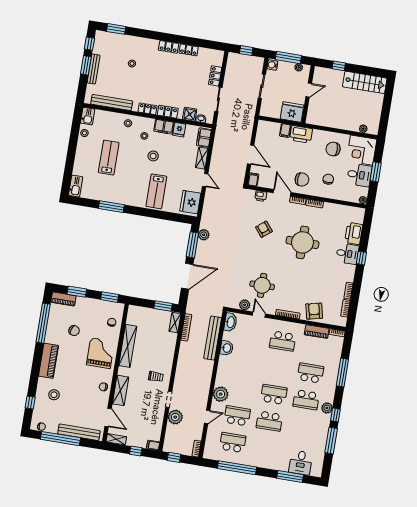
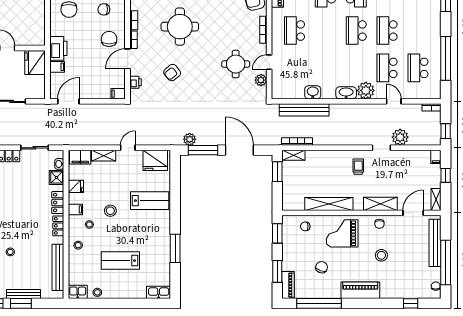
filing cabinet: (164, 127) -> (75, 209), width x0.50
door: (251, 155) -> (68, 101), moved
washbasin: (230, 322) -> (346, 93), moved
school desk: (283, 341) -> (294, 31), turned 180
stool: (54, 395) -> (381, 255), moved
school desk: (269, 421) -> (387, 31), turned 180

